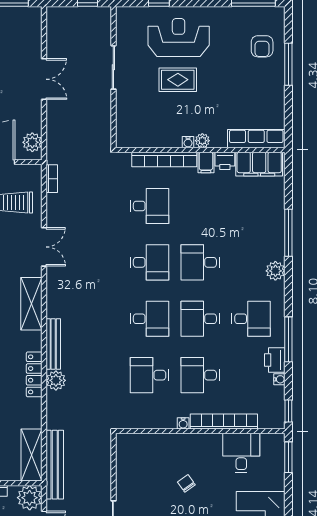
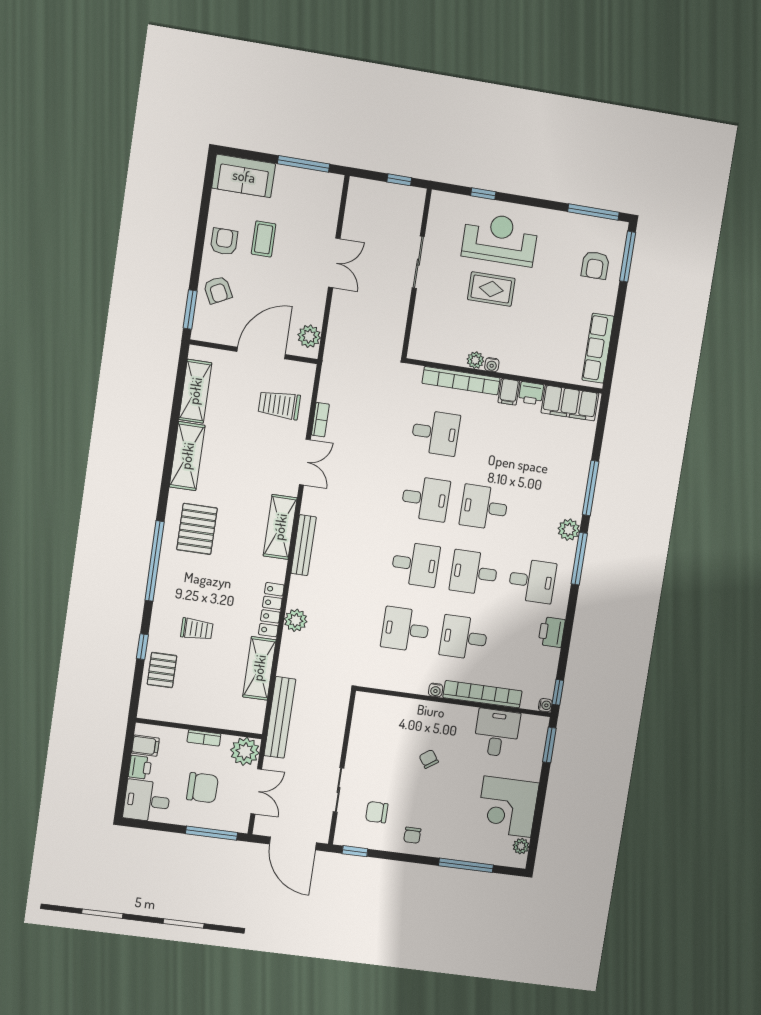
window: (288, 64) -> (628, 257), moved
row of seats: (256, 139) -> (598, 348), moved, turned -90
plant: (202, 141) -> (475, 360), moved
bookcase: (52, 179) -> (320, 420), moved
window: (288, 339) -> (579, 559), moved
bench: (53, 344) -> (304, 545), moved
water cooler: (279, 379) -> (545, 705), moved
shelving: (31, 455) -> (259, 668), moved

